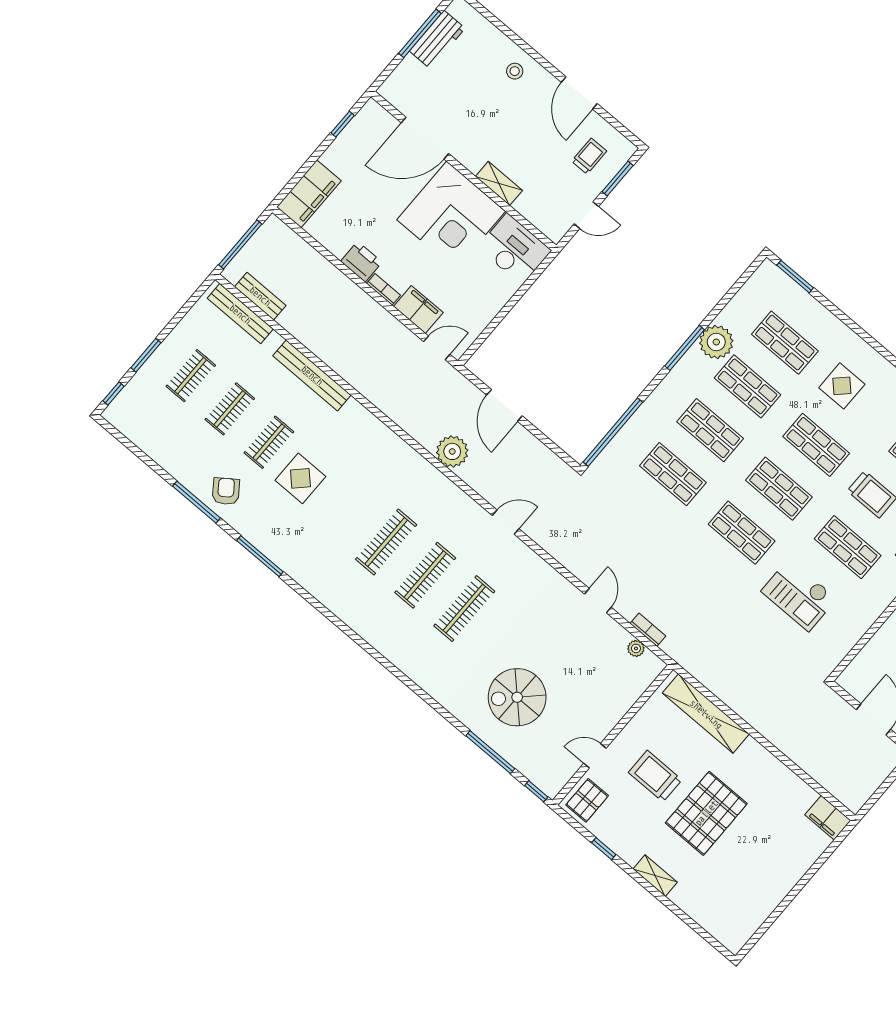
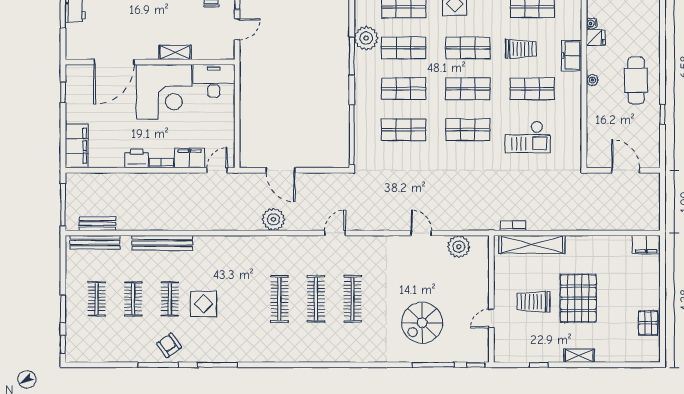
bookcase: (648, 630) -> (513, 226), moved
plant: (636, 648) -> (459, 247), width x1.88, depth x1.88
pallet: (587, 800) -> (648, 323), moved

